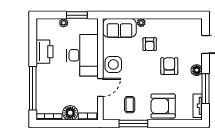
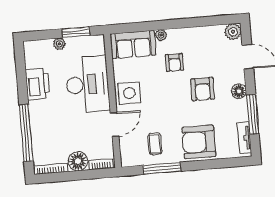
plant: (196, 25) -> (233, 32), added
armchair: (169, 66) -> (203, 89), turned 180

